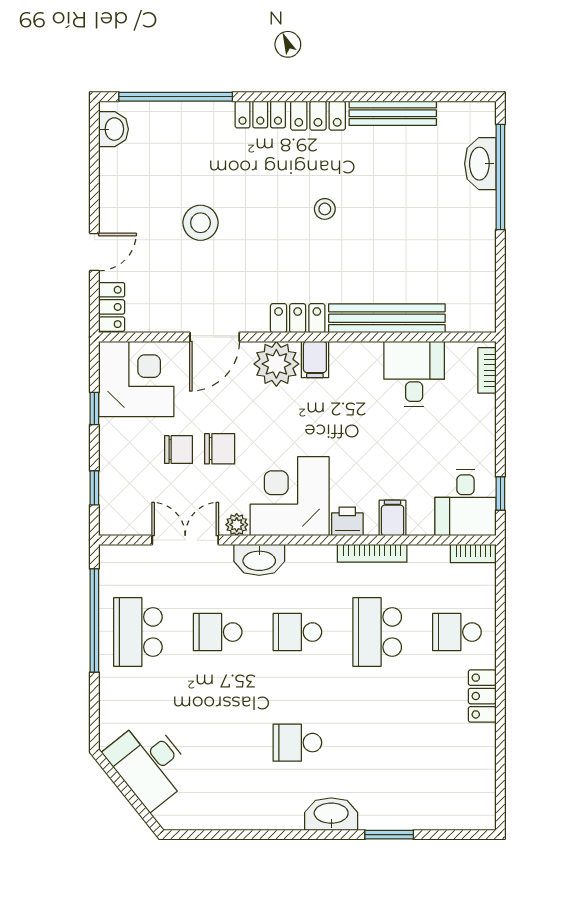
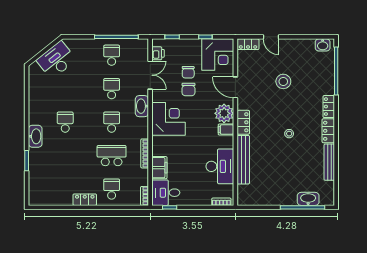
desk: (414, 374) -> (220, 166), width x1.37
filing cabinet: (393, 518) -> (159, 168), width x2.00
printer: (347, 521) -> (158, 53), moved
plant: (237, 525) -> (157, 97), removed
school desk: (138, 632) -> (112, 55), width x0.54

